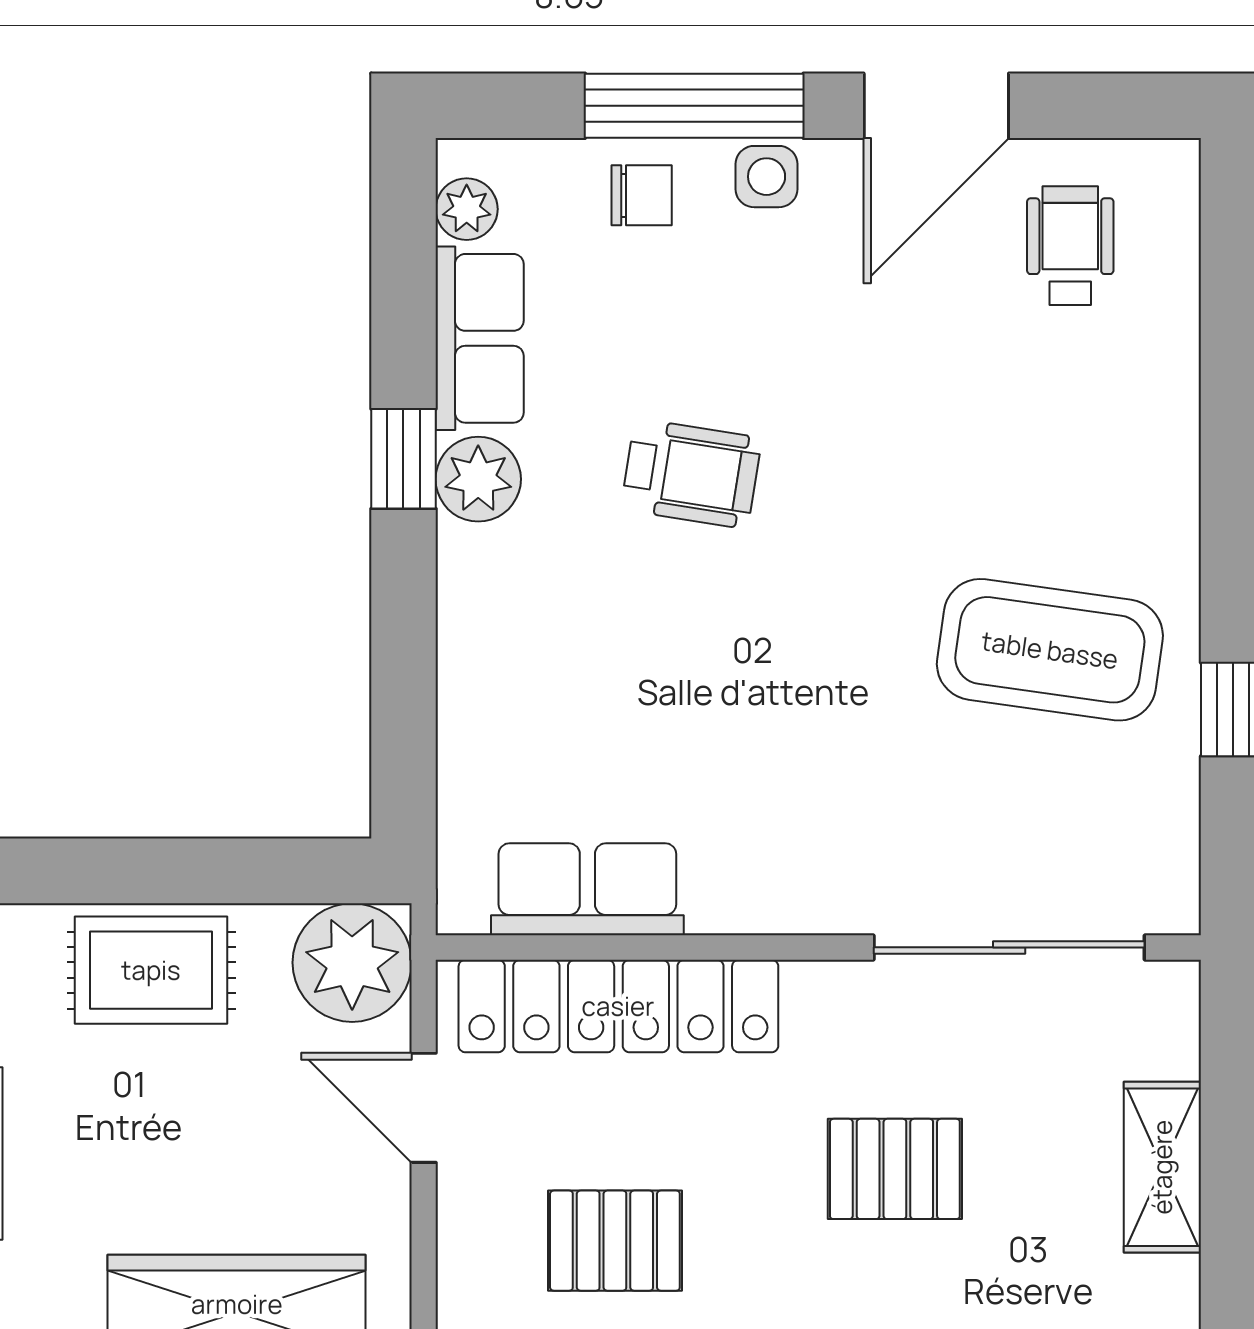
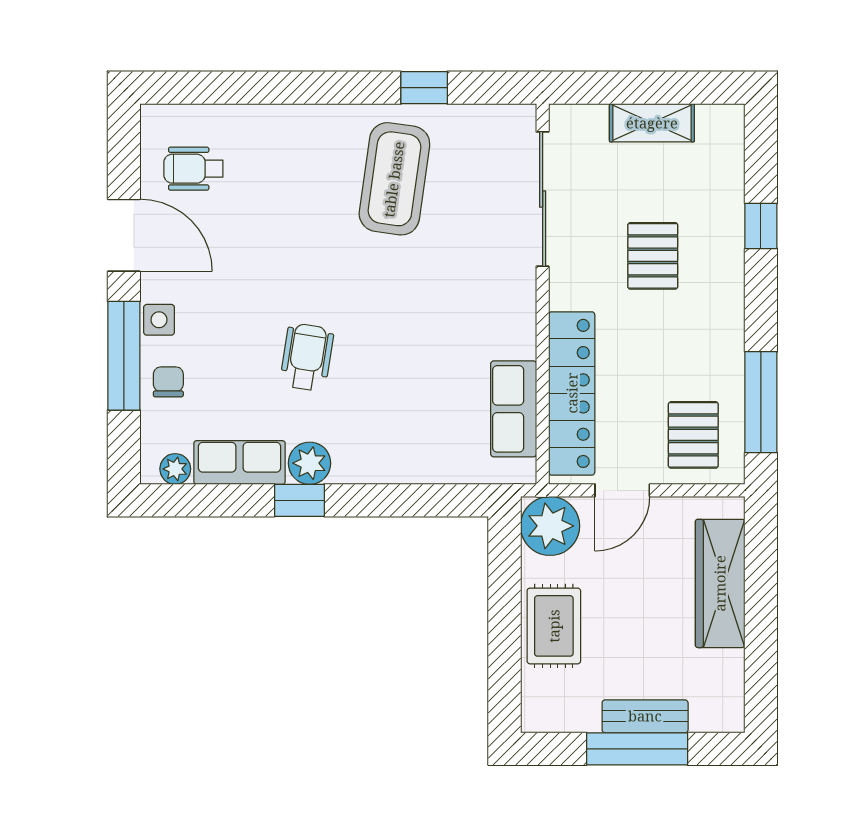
pallet: (615, 1241) -> (693, 435), moved

